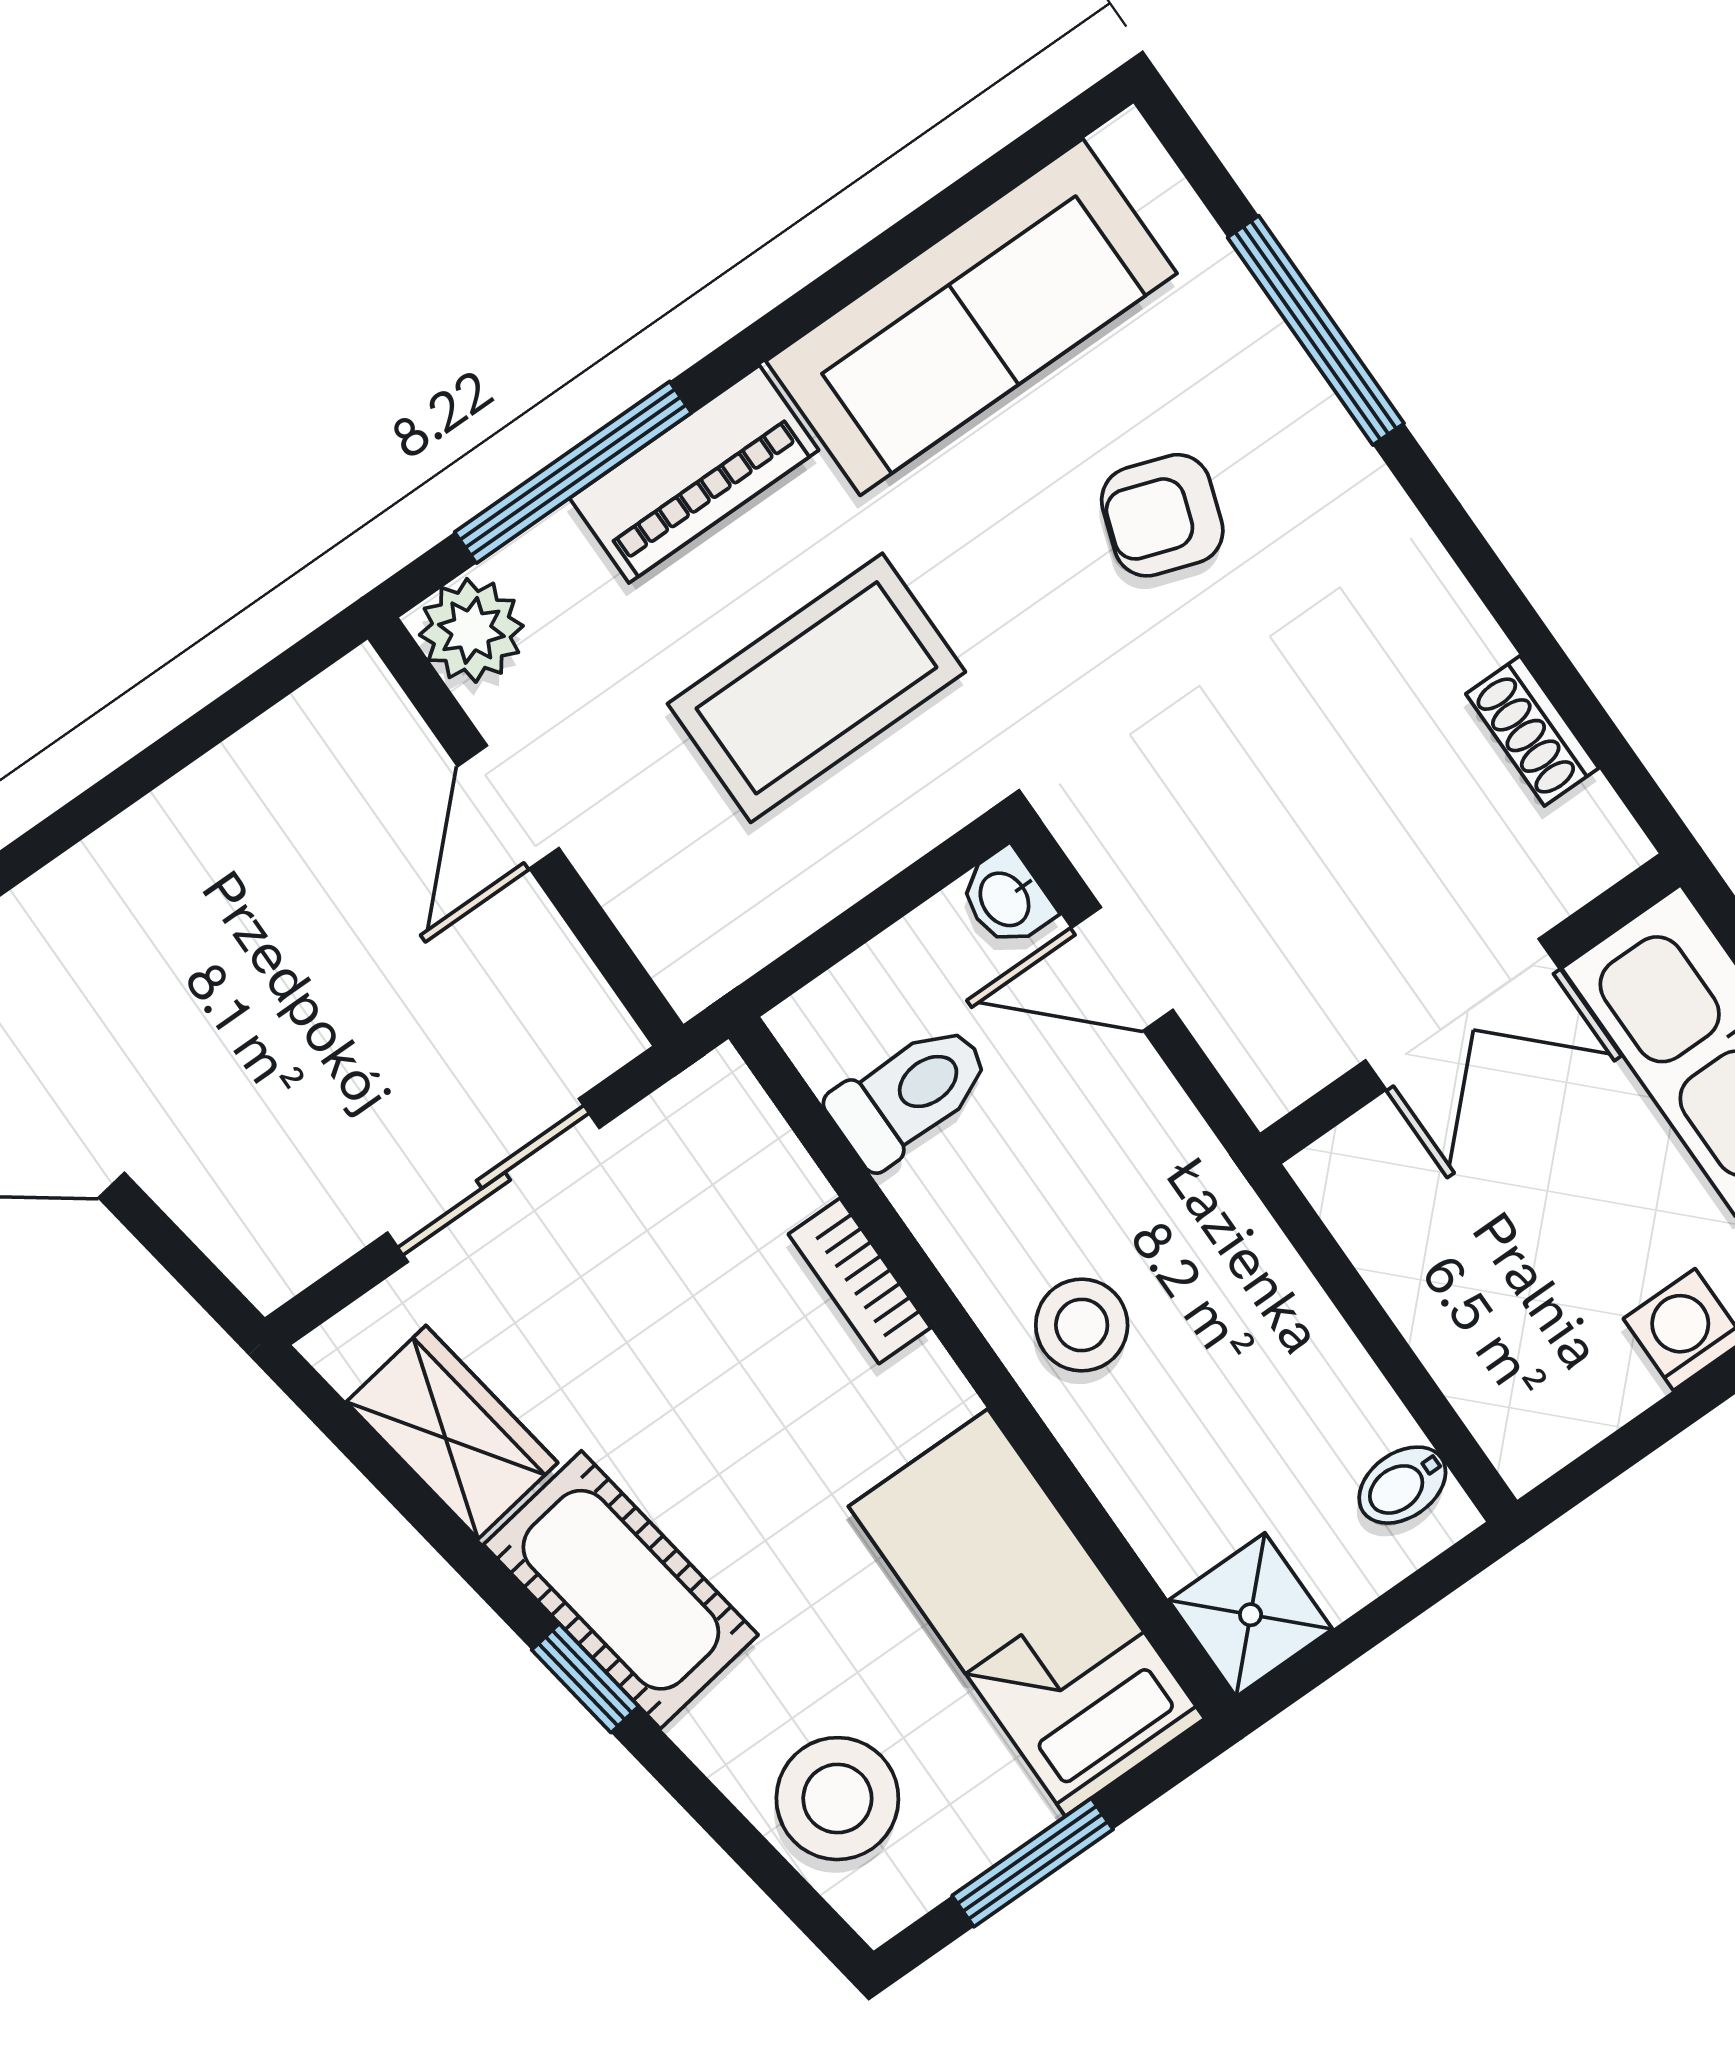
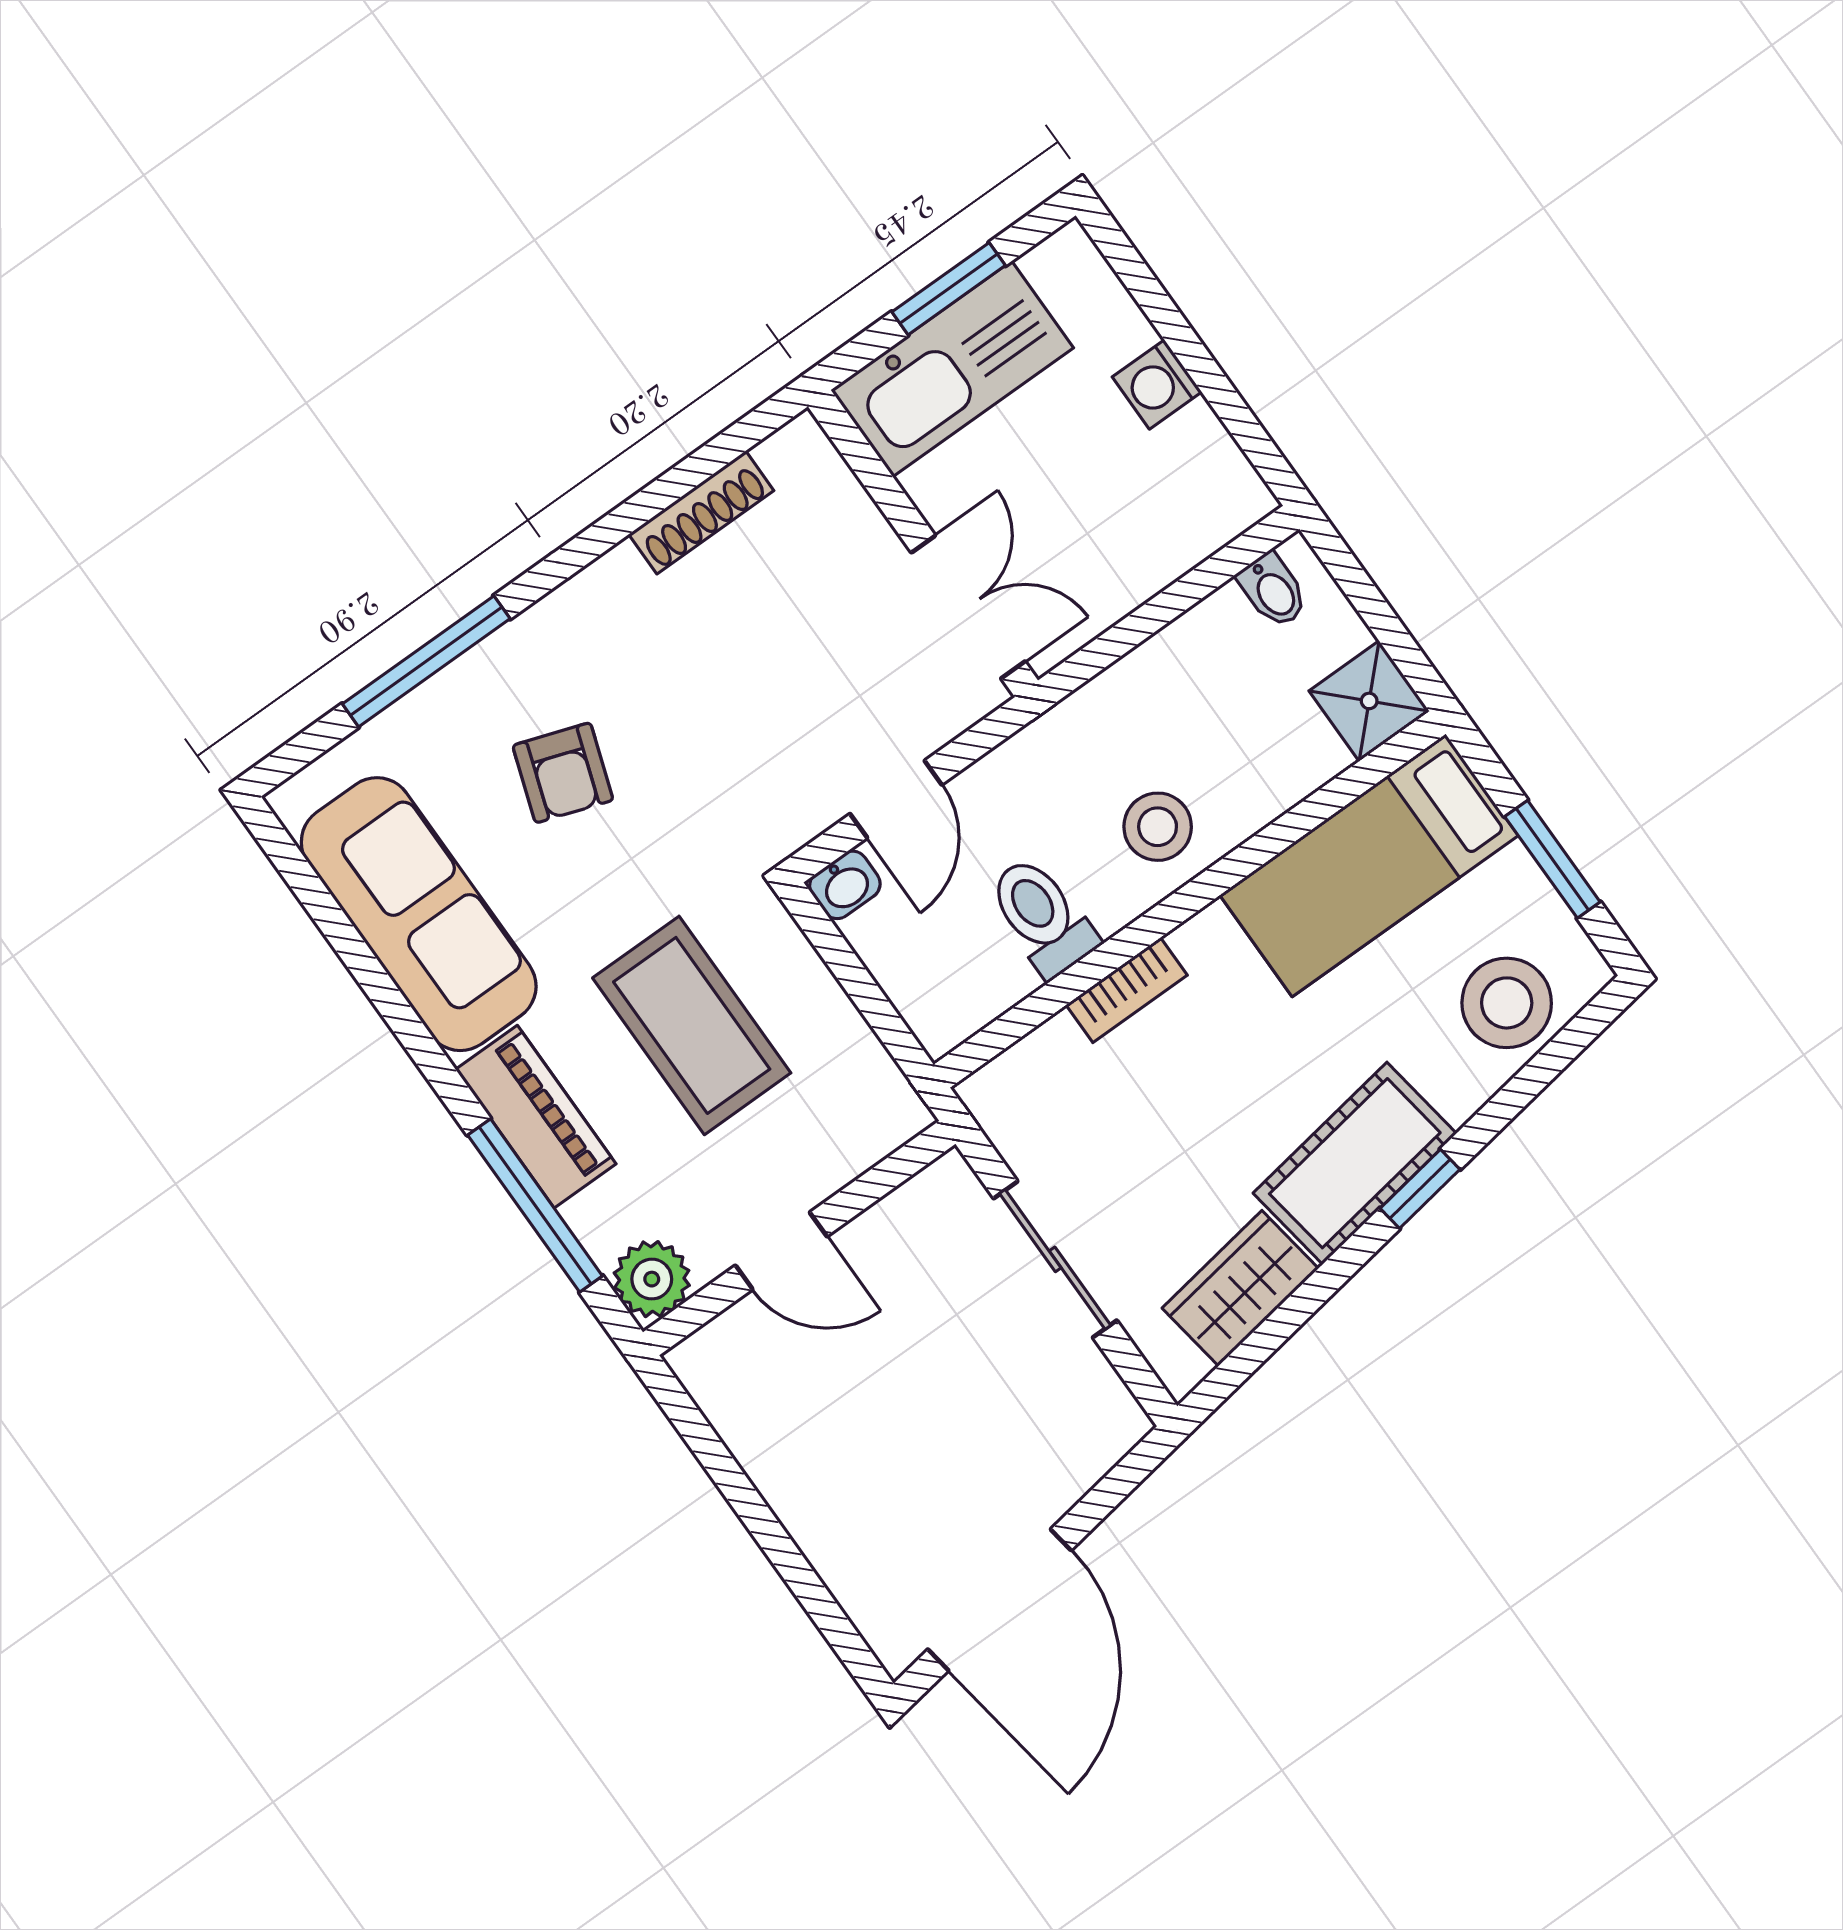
shoe rack: (1532, 731) -> (701, 512), width x1.43
double door: (1462, 1014) -> (968, 607), moved
toilet: (910, 1094) -> (1042, 917), moved

